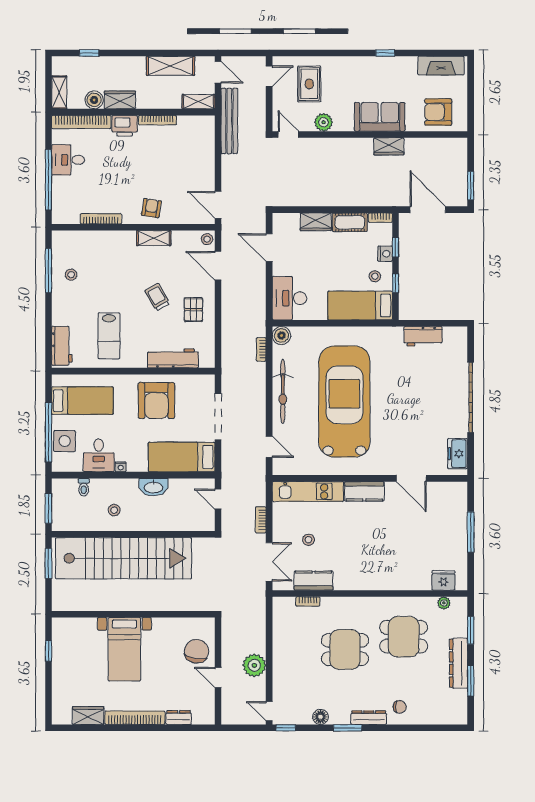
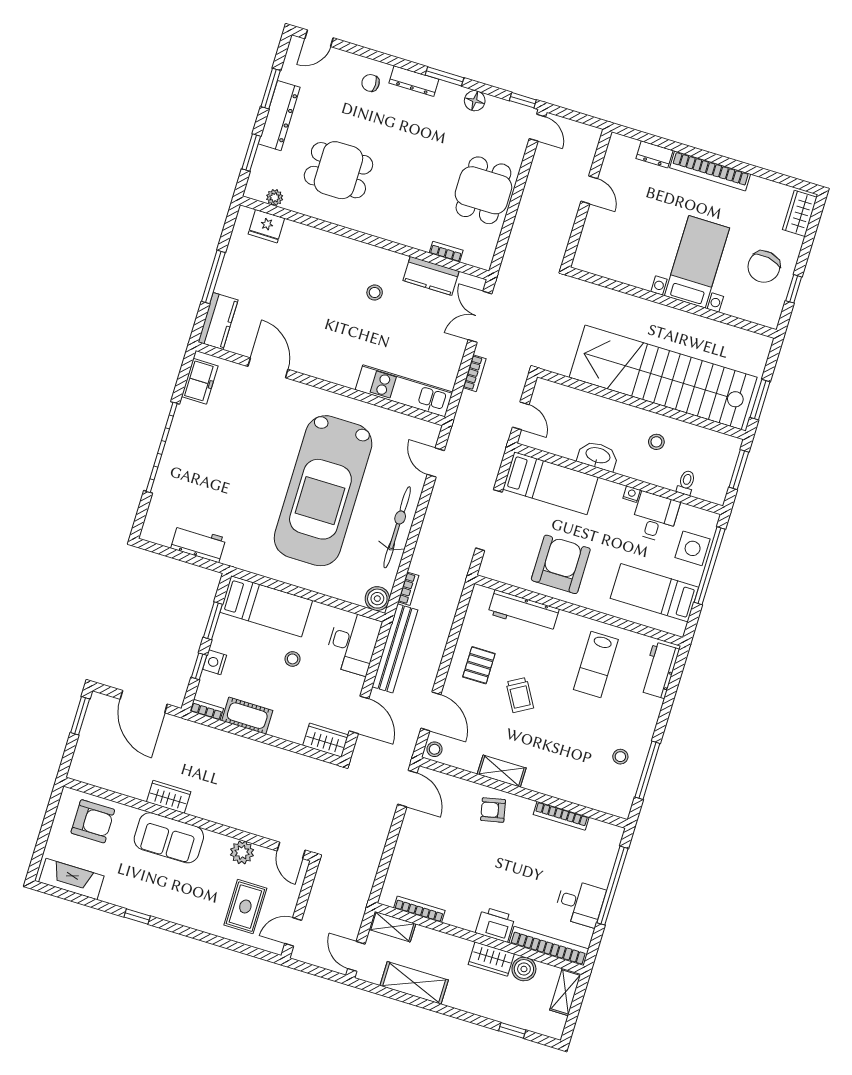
bookcase: (157, 120) -> (419, 909), moved
bench: (229, 121) -> (395, 648), moved
armchair: (151, 208) -> (493, 810), turned 69
wardrobe: (316, 222) -> (326, 740), moved
stool: (375, 276) -> (293, 659), moved
window: (395, 283) -> (213, 621), width x1.50
lab bench: (109, 336) -> (596, 665), turned 180
kitchen counter: (364, 491) -> (218, 321), moved, turned 90
stool: (308, 540) -> (375, 293), moved
dining table: (345, 649) -> (483, 190), moved, turned 90
chair: (196, 651) -> (764, 267), moved
plant: (254, 665) -> (539, 191), removed
wardrobe: (88, 716) -> (800, 213), moved, turned 90
door: (447, 728) -> (319, 38), added

